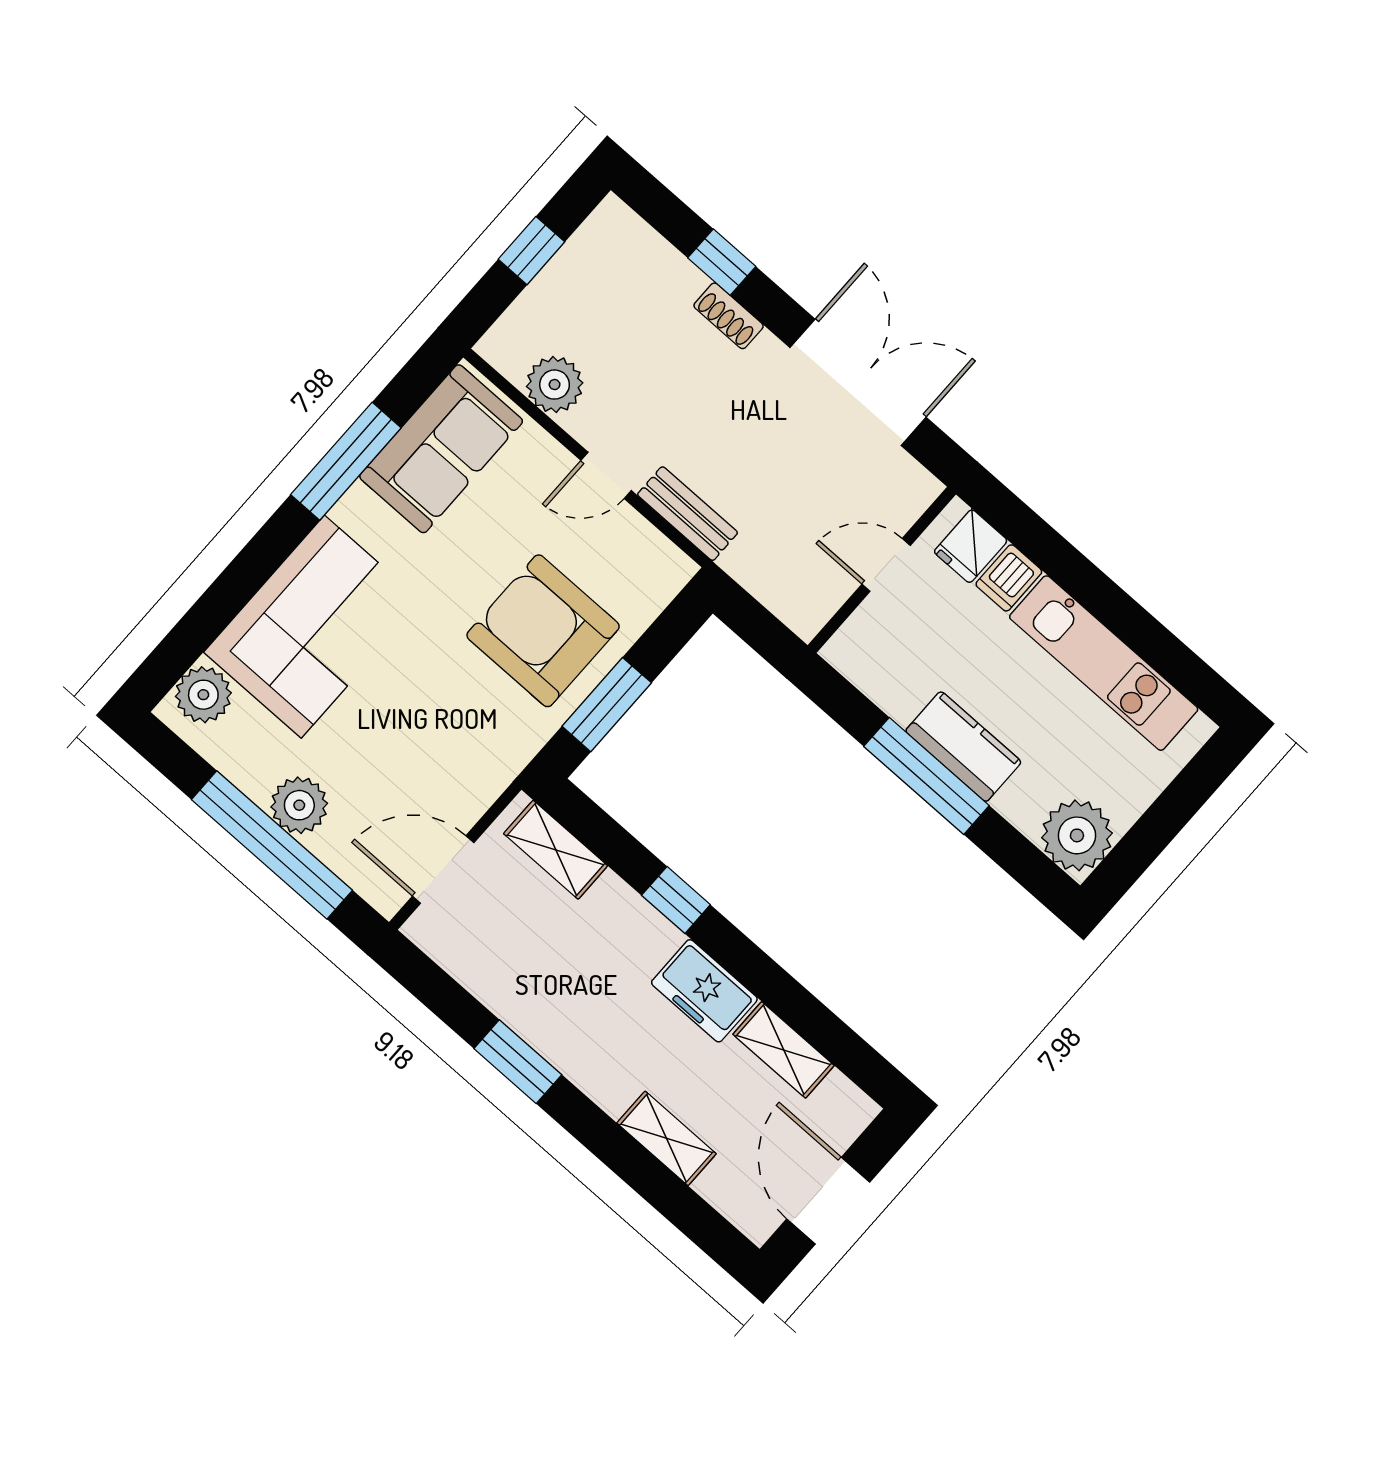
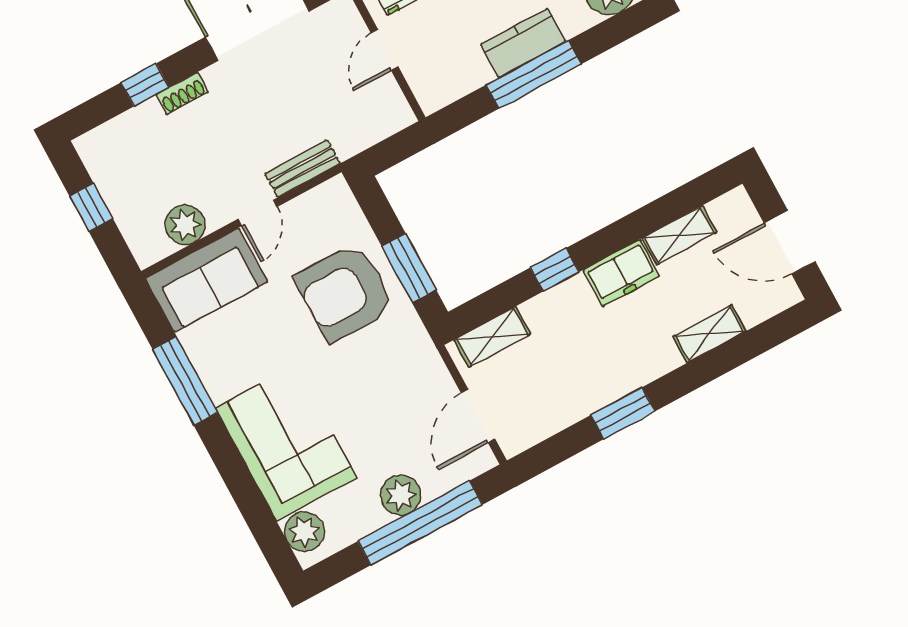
sofa: (441, 449) -> (207, 280), moved, turned 90

